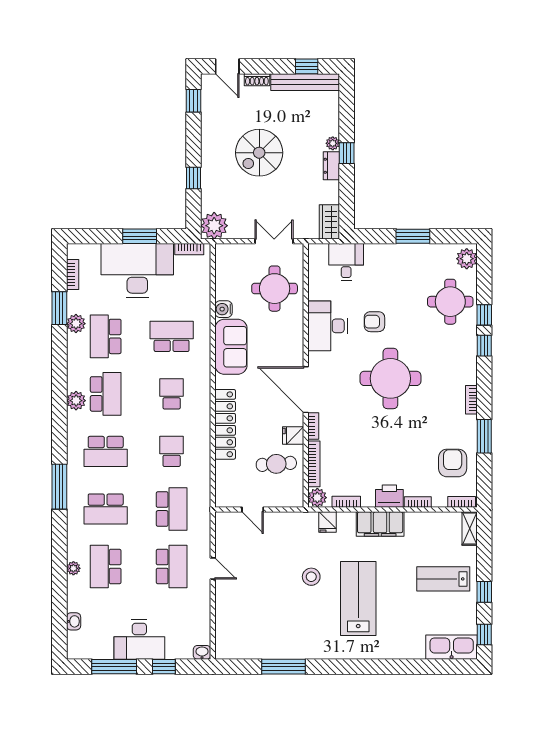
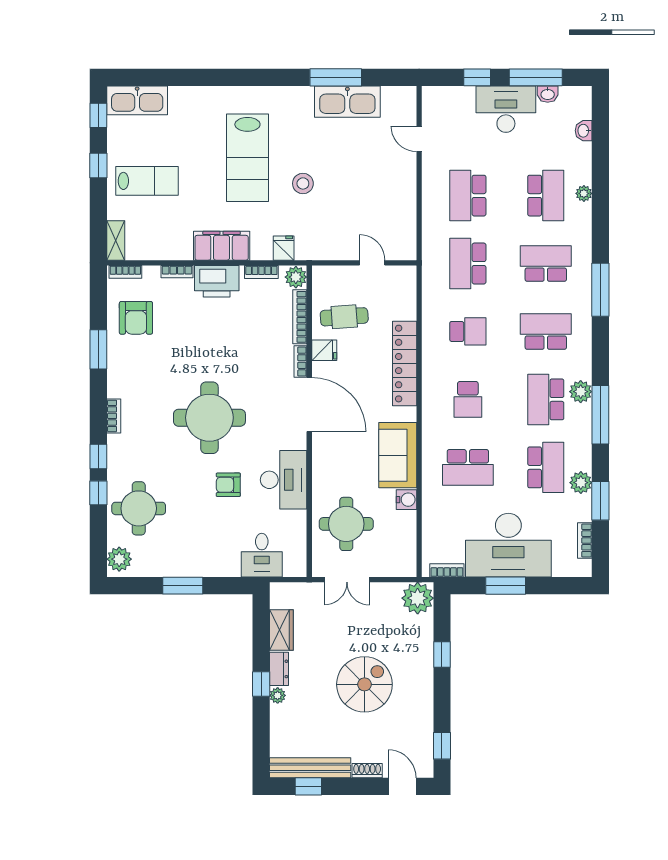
wardrobe: (329, 222) -> (281, 630), moved
armchair: (374, 322) -> (228, 485), turned 180
window: (59, 381) -> (600, 415), added
bookcase: (471, 400) -> (114, 416), moved
school desk: (172, 451) -> (468, 331), turned -90
printer: (389, 496) -> (217, 281), width x1.37, depth x1.19
door: (213, 569) -> (419, 139), moved
kitchen sink: (274, 646) -> (347, 102), added
washbasin: (202, 652) -> (548, 94), moved

